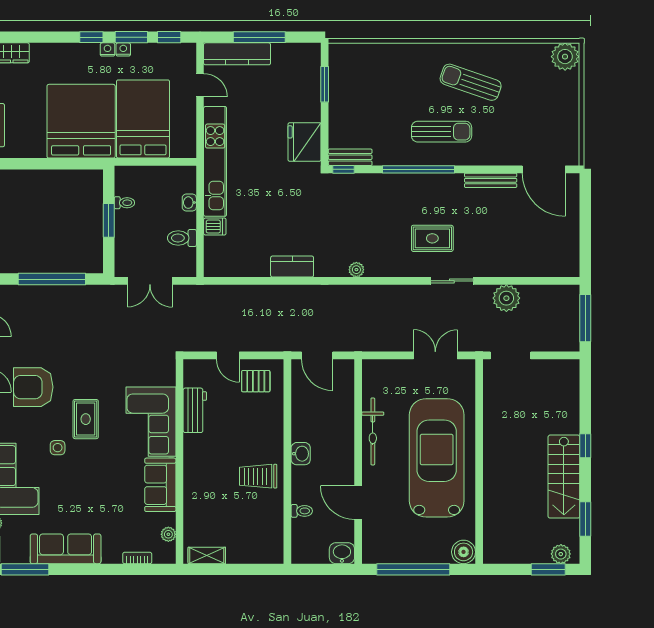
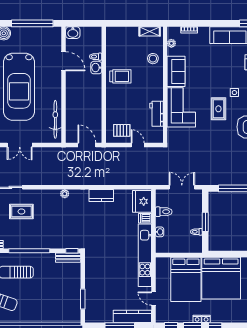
fridge: (304, 142) -> (142, 201), moved, turned 180
bicycle: (373, 431) -> (55, 119), moved
washbasin: (301, 454) -> (96, 68), moved
stool: (201, 507) -> (153, 59), added

